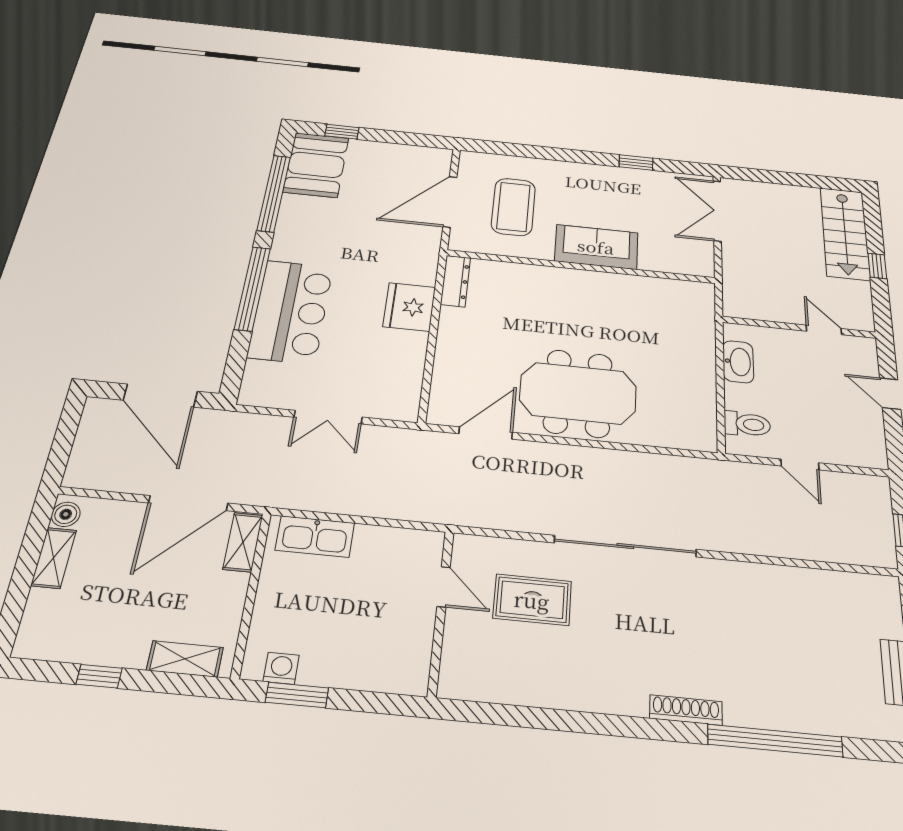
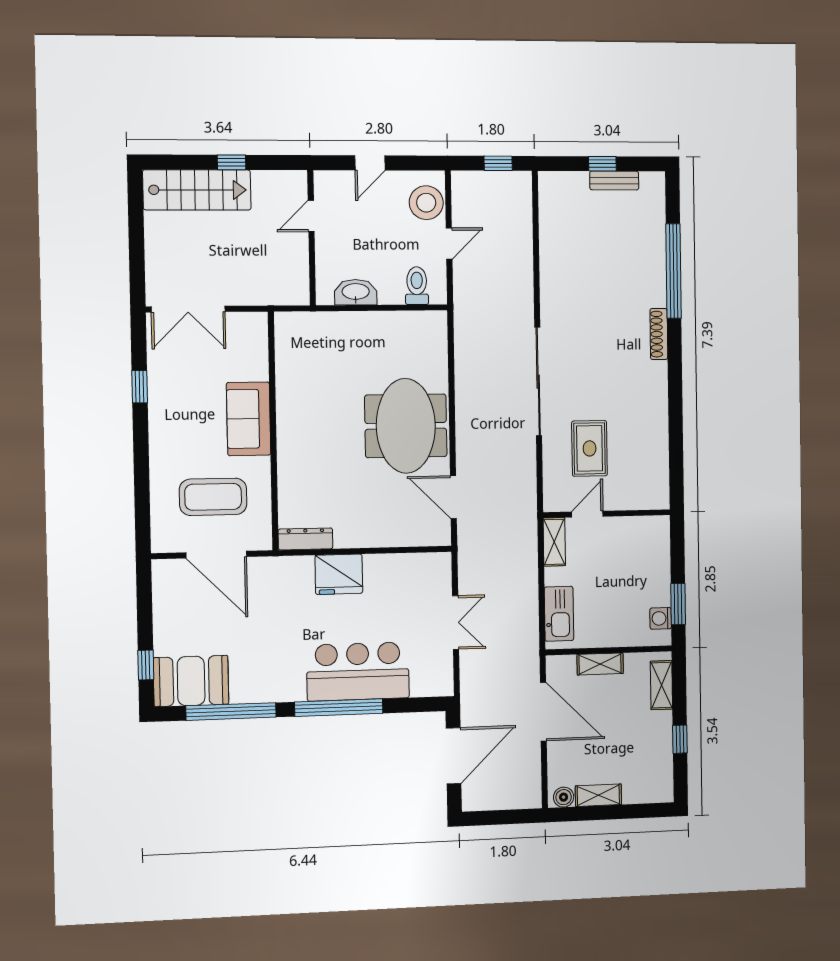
stool: (848, 446) -> (426, 203), added
shelving: (243, 542) -> (600, 664), moved
shelving: (412, 542) -> (554, 542), added

